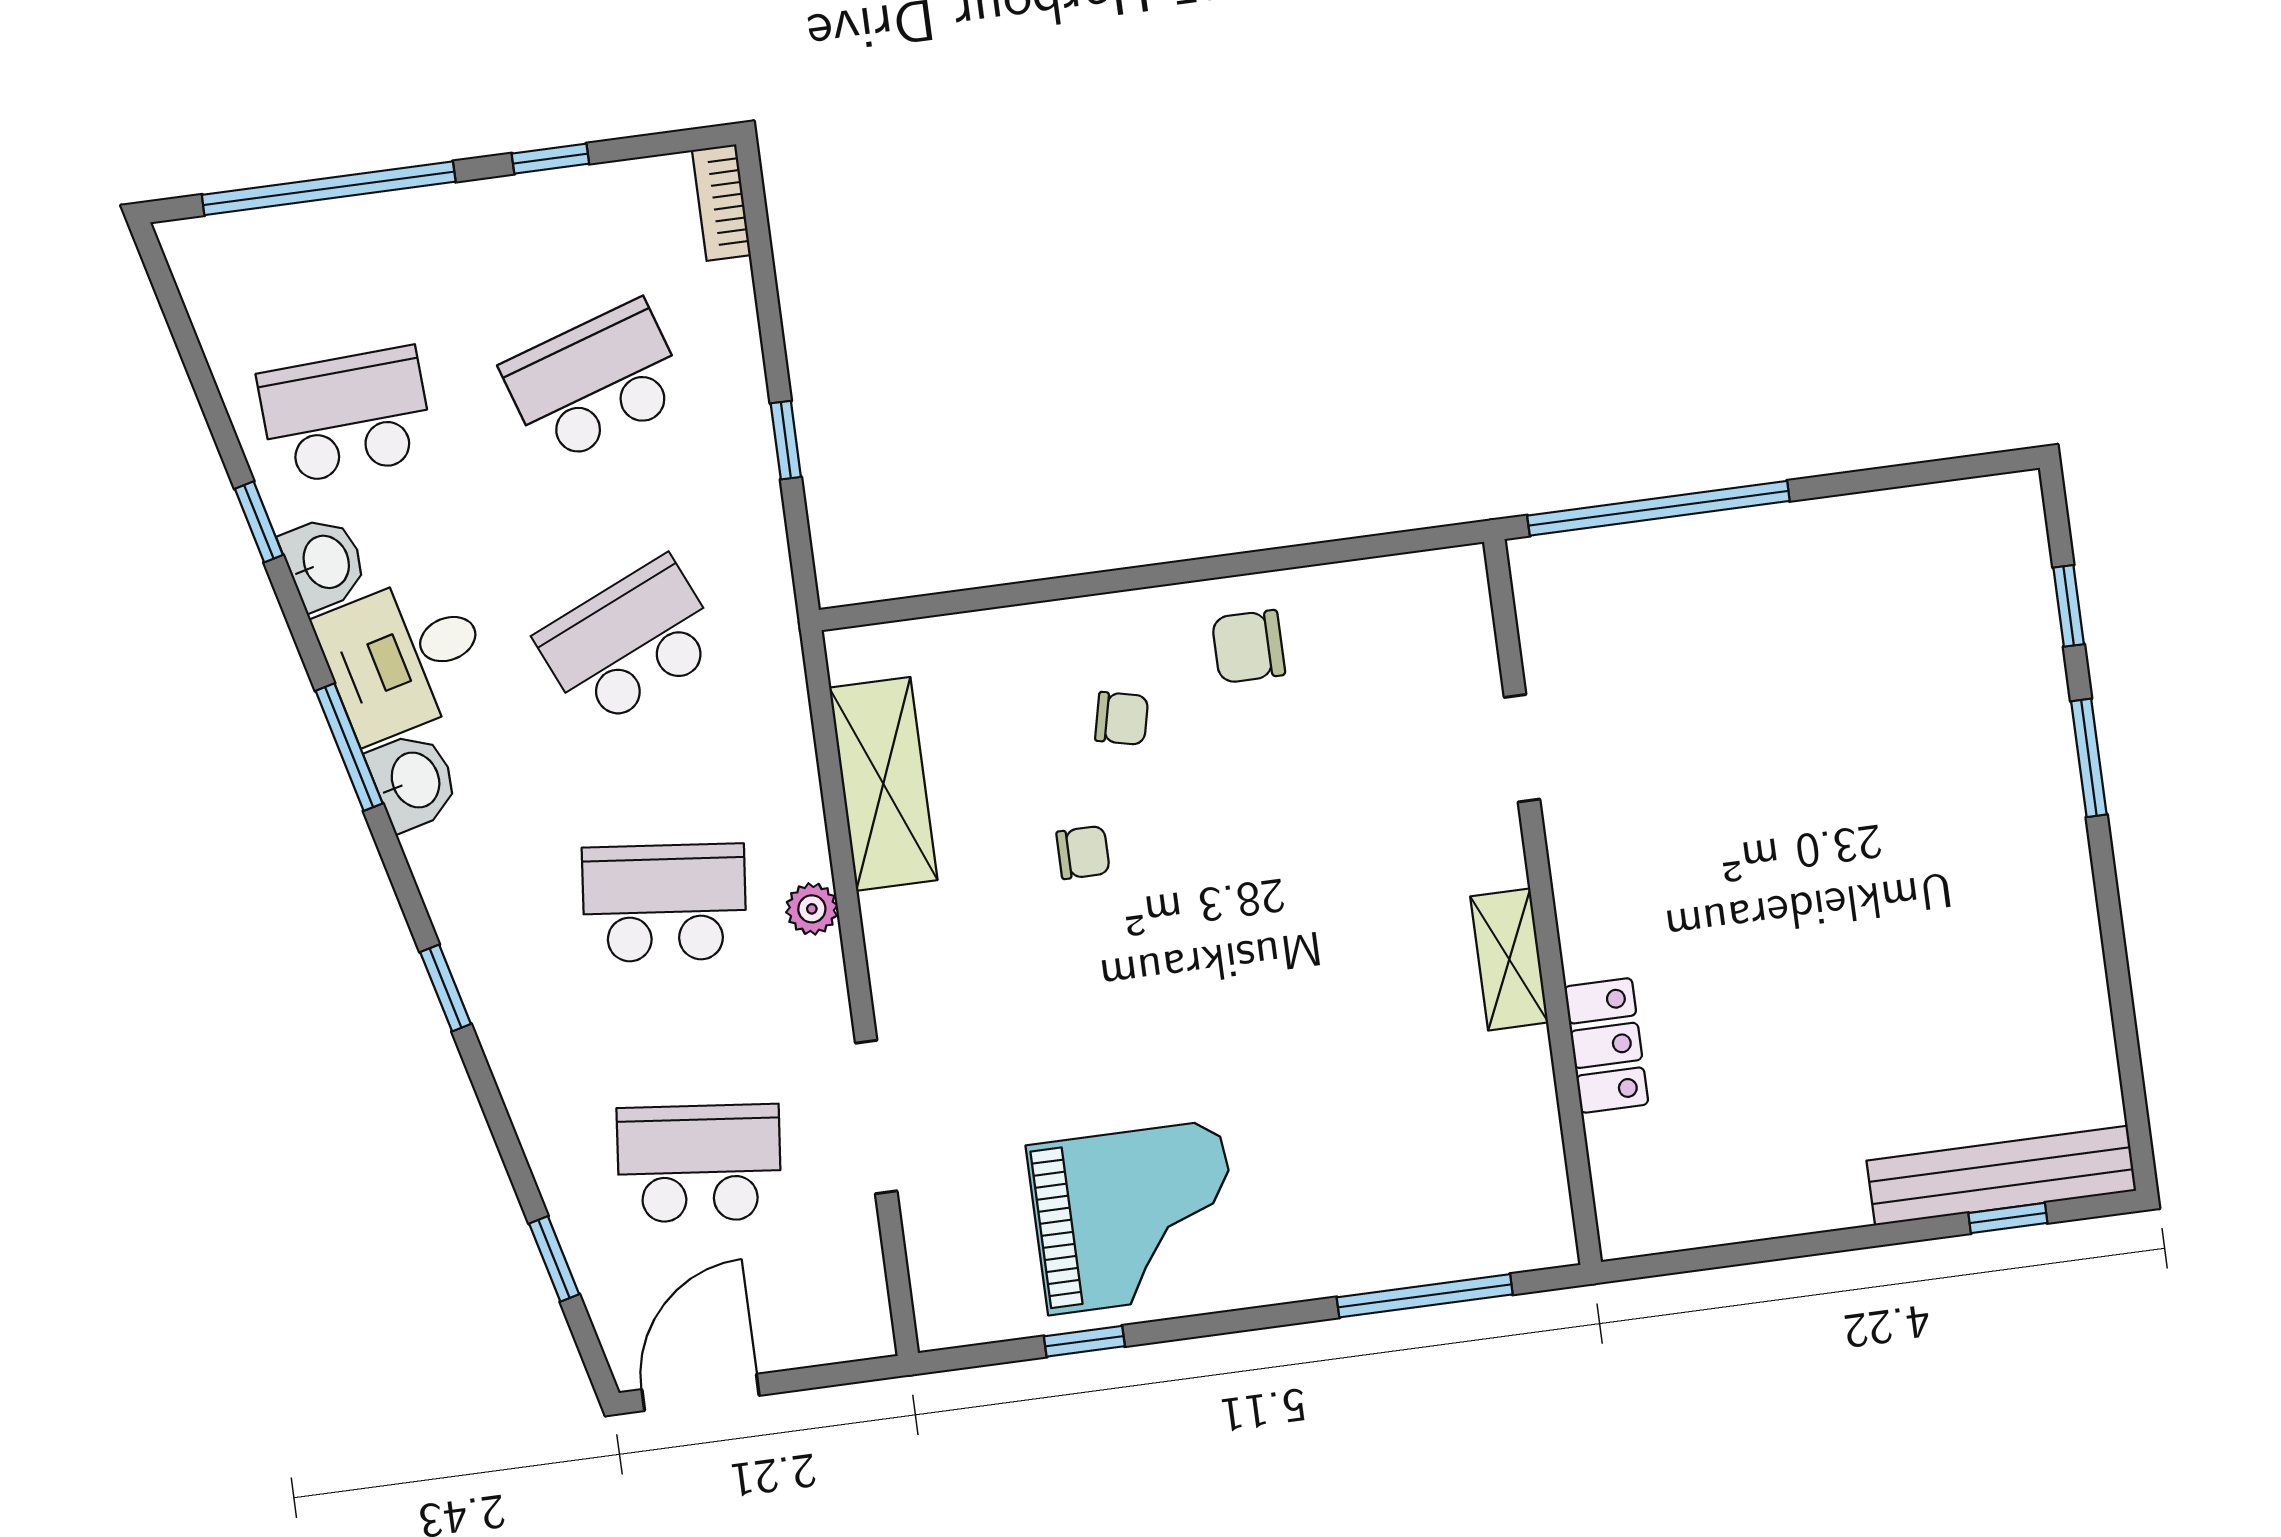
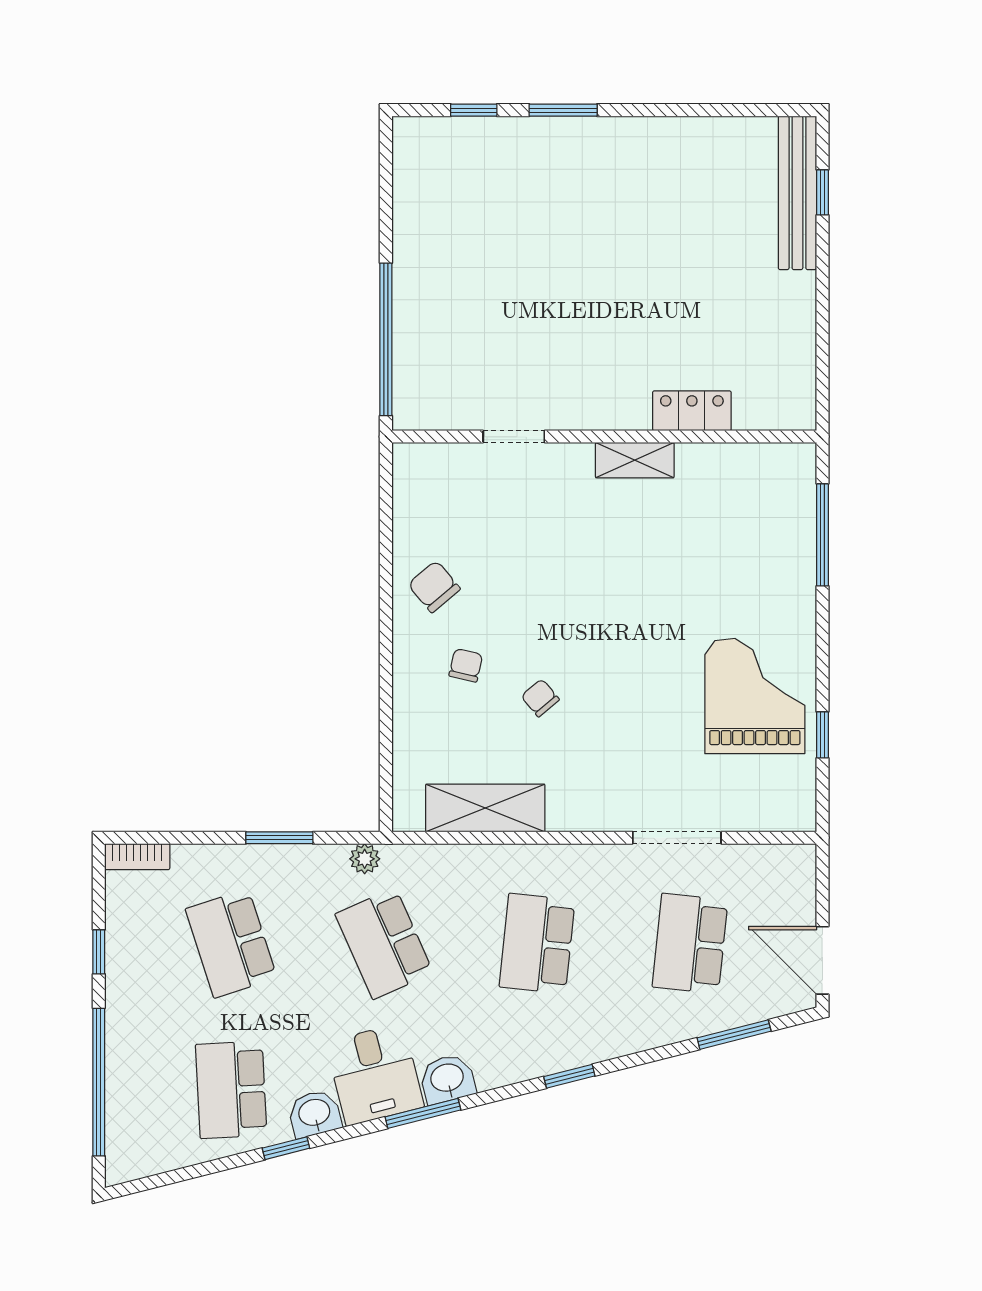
window: (786, 440) -> (279, 838), width x1.50
chair: (1248, 647) -> (434, 587), turned 140
chair: (1083, 852) -> (540, 698), turned -40
plant: (812, 909) -> (365, 859), moved
window: (554, 1259) -> (734, 1035), width x1.50

